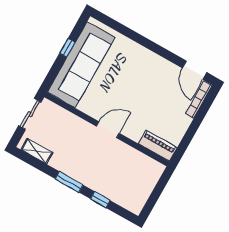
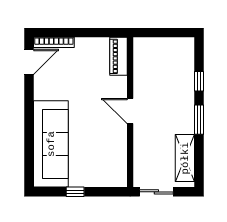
sofa: (81, 65) -> (51, 144), moved, turned 90
shelving: (37, 151) -> (185, 158), width x1.50, depth x1.33

